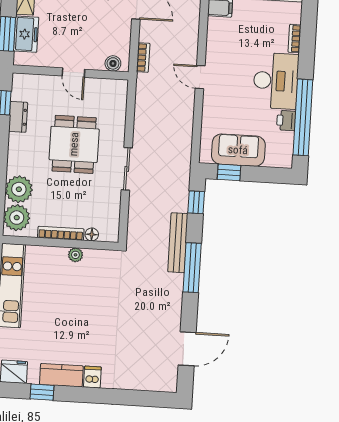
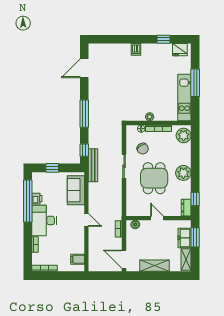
dresser: (18, 117) -> (186, 208), moved
sofa: (238, 150) -> (76, 190), moved, turned 90
window: (229, 172) -> (52, 168), moved
plant: (19, 189) -> (183, 173), moved
chair: (91, 199) -> (143, 149), added
bench: (178, 243) -> (93, 165), moved
kitchen counter: (61, 375) -> (153, 49), removed

